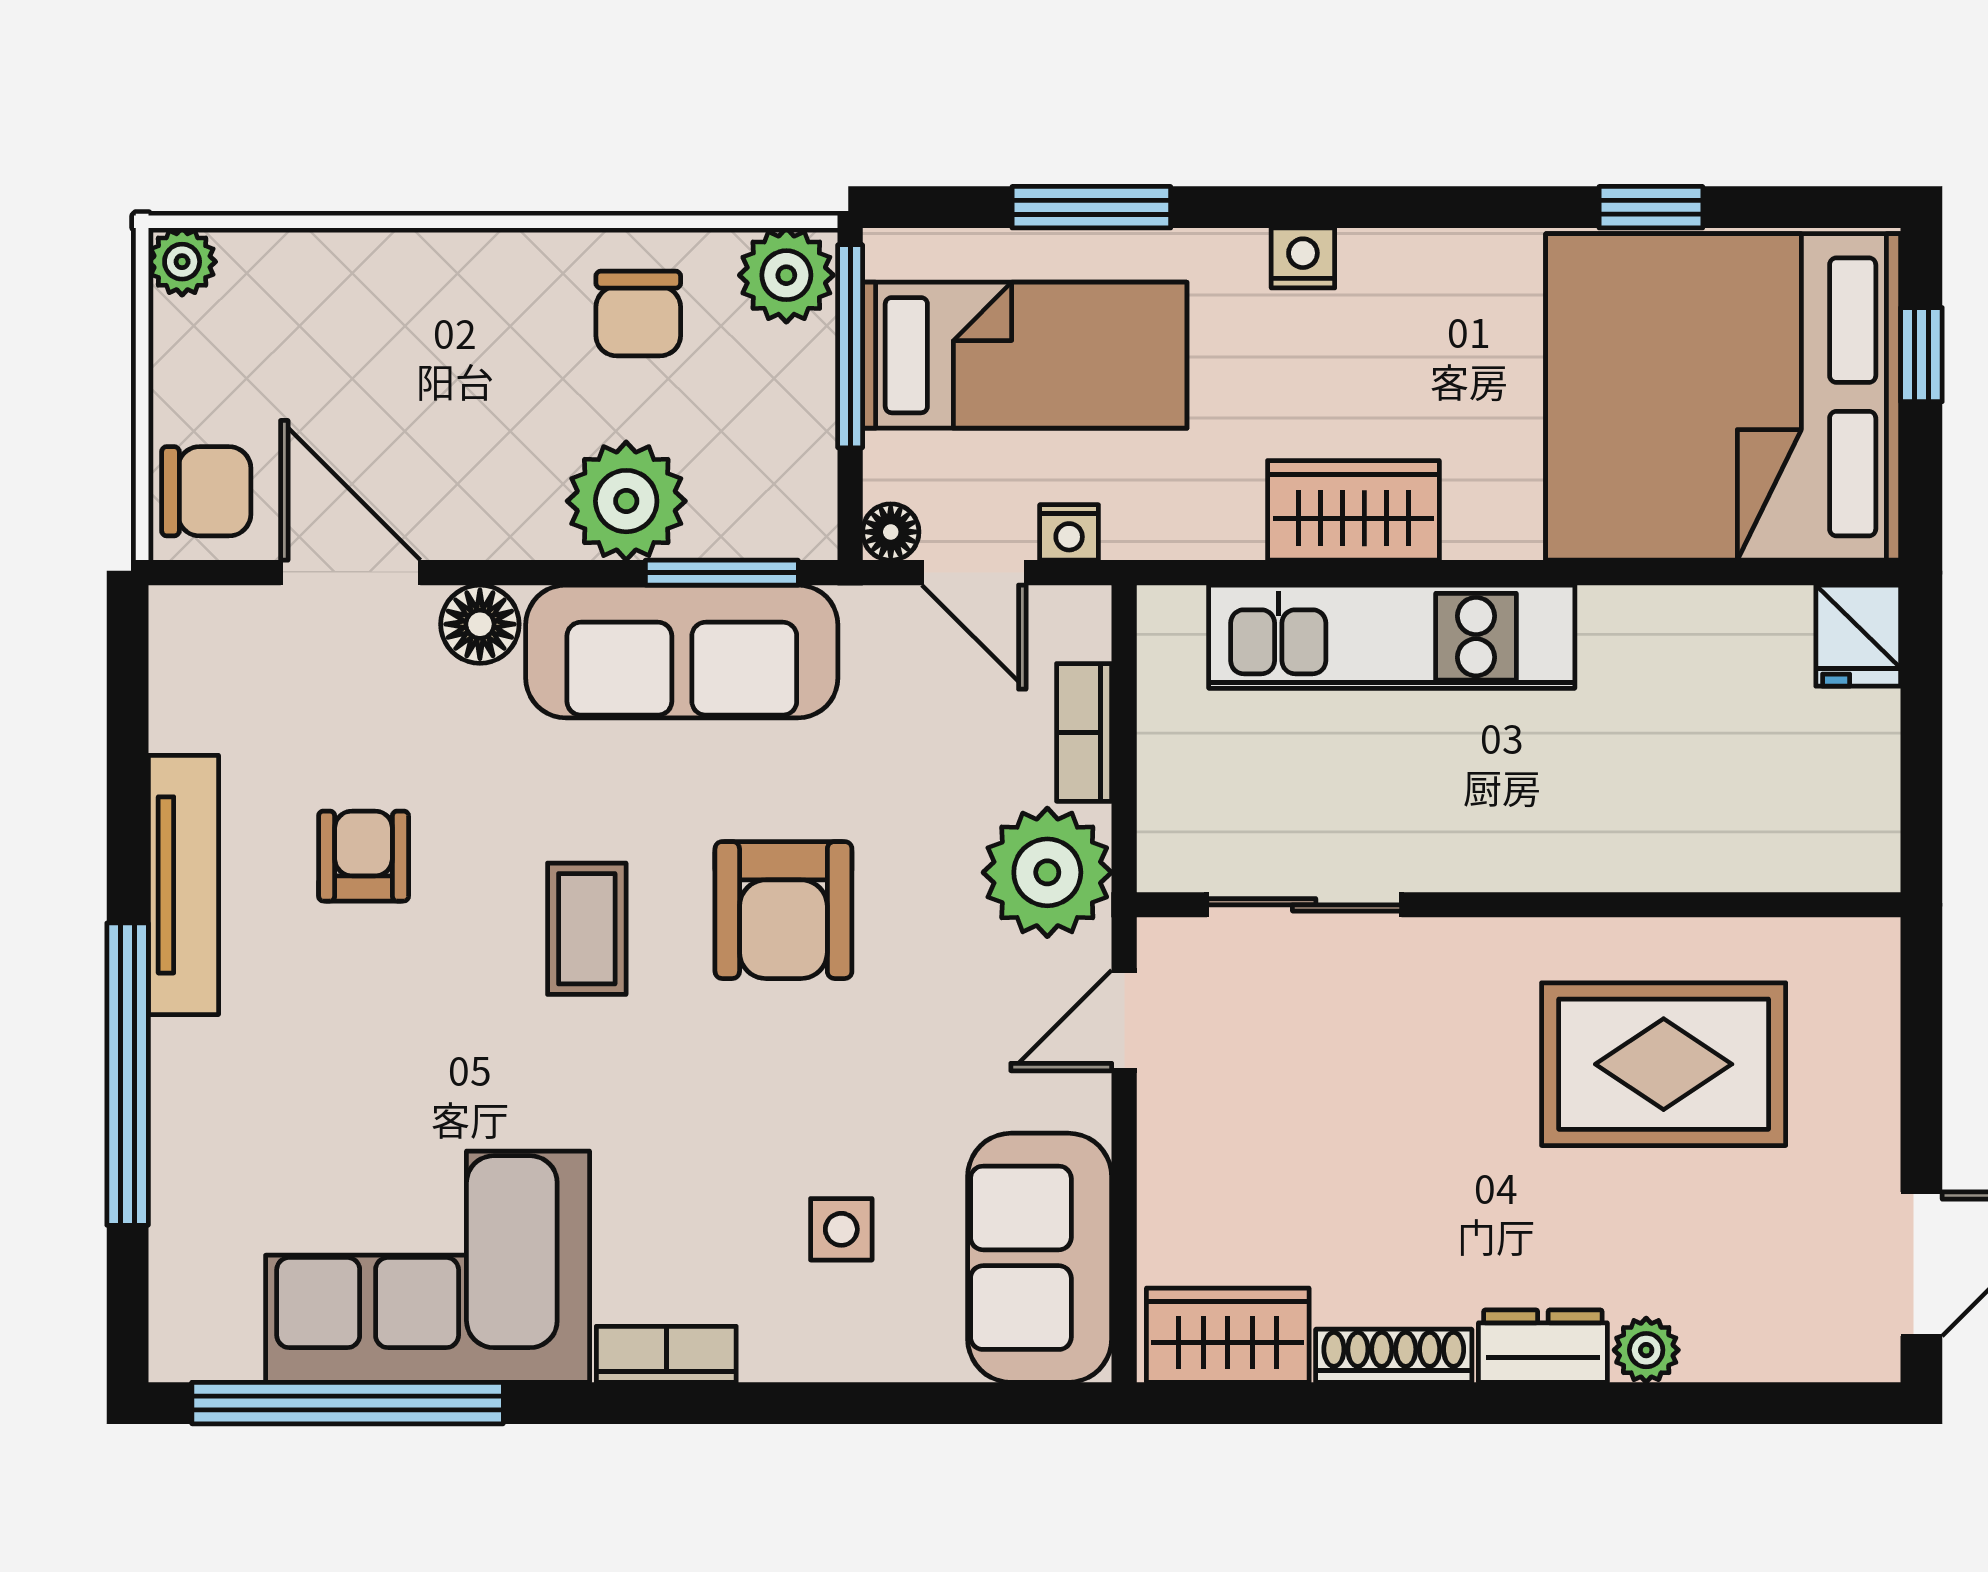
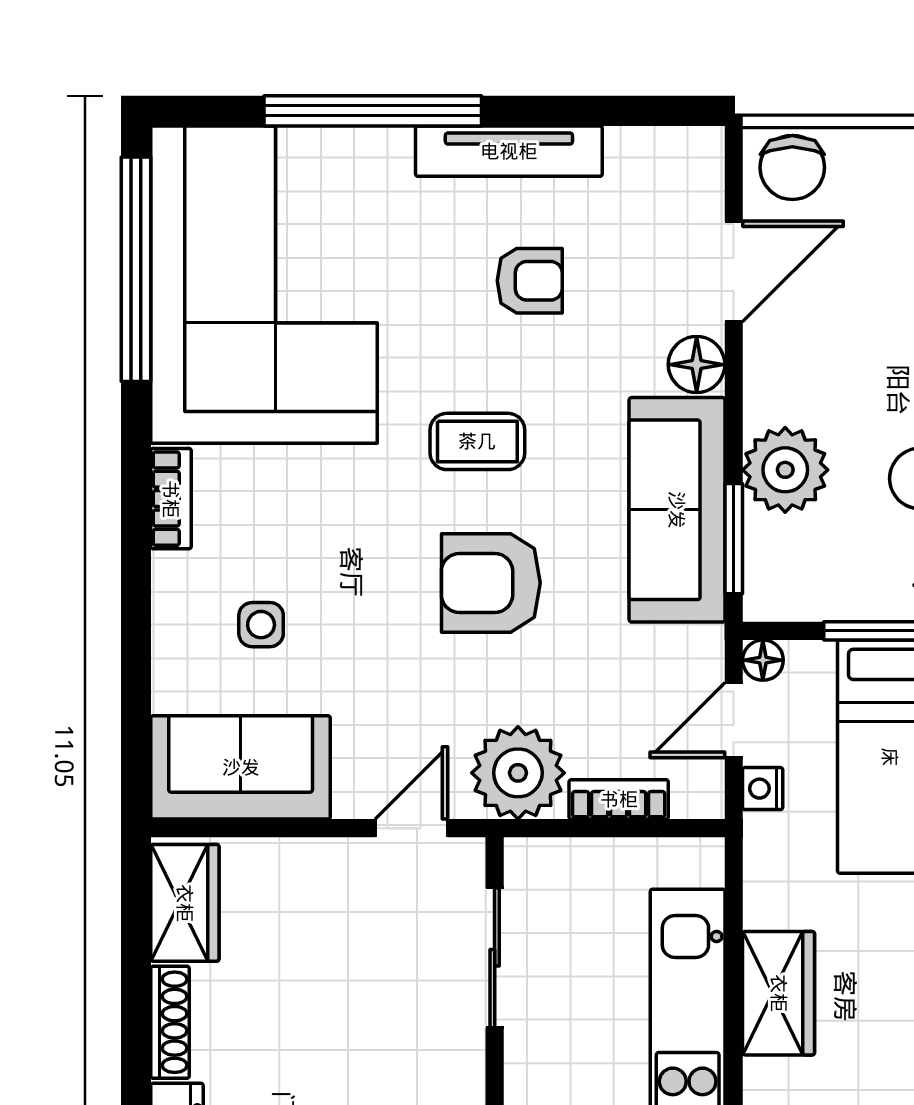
door: (1124, 1020) -> (411, 828), hinge flipped
corner sofa: (428, 1267) -> (264, 285), width x1.36, depth x1.36

